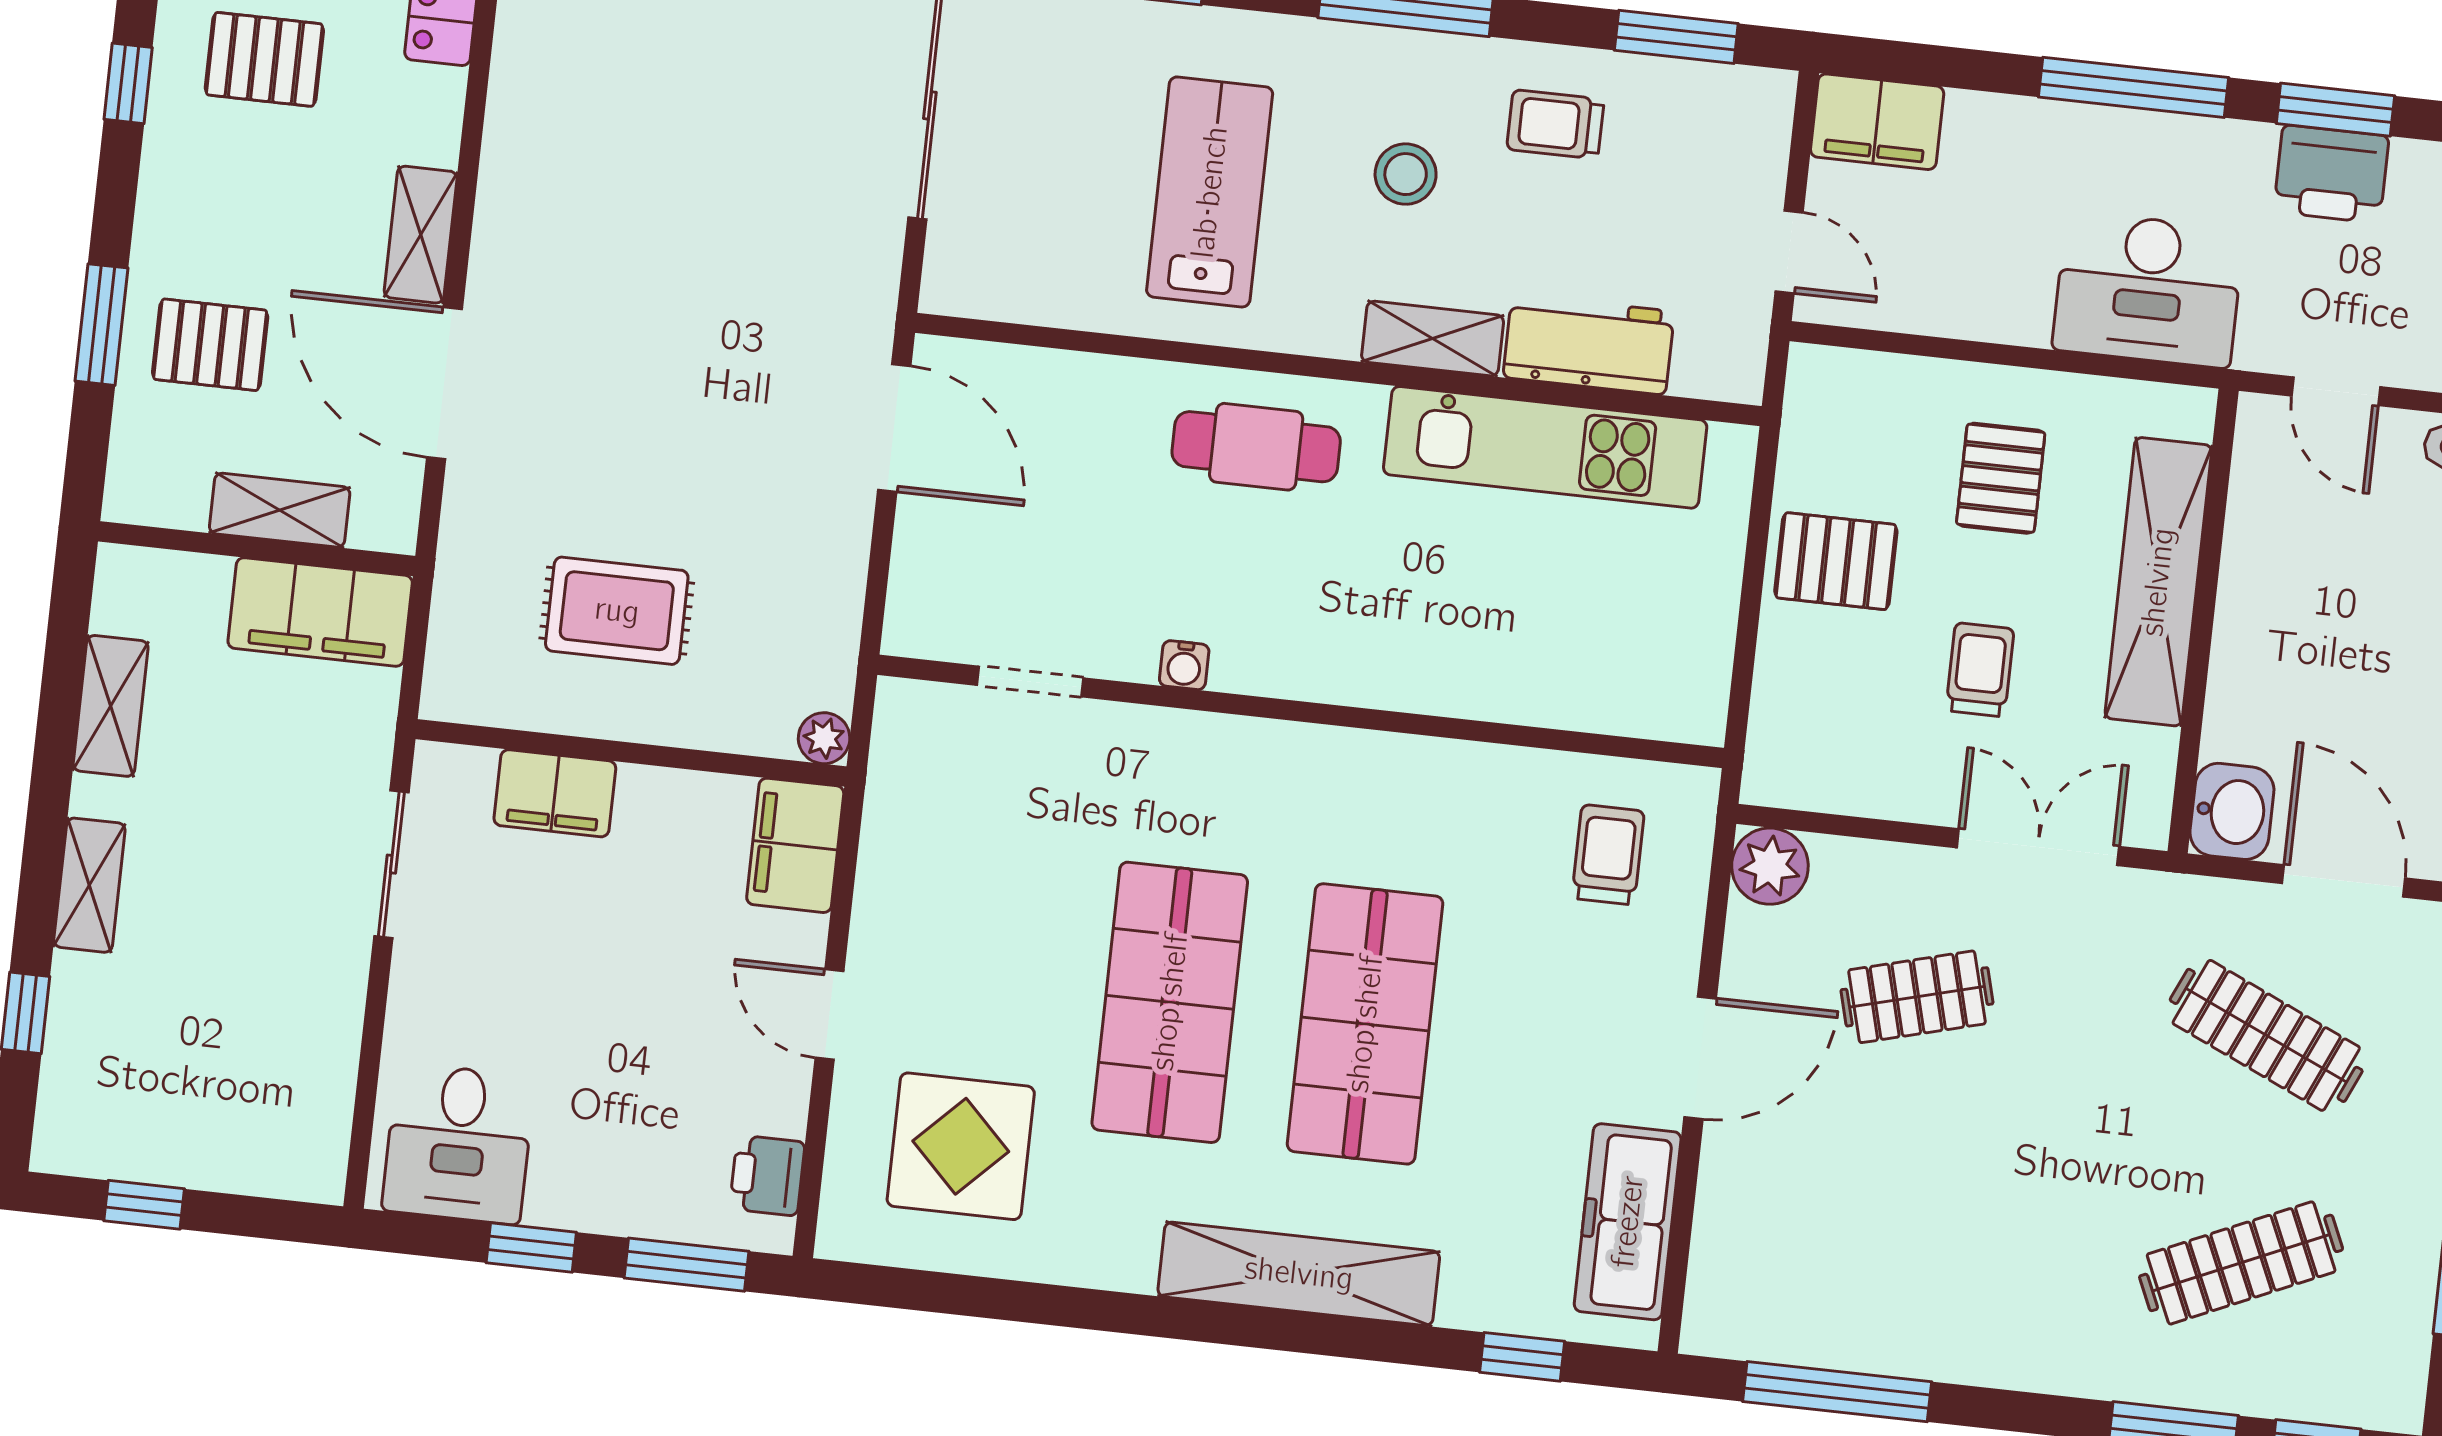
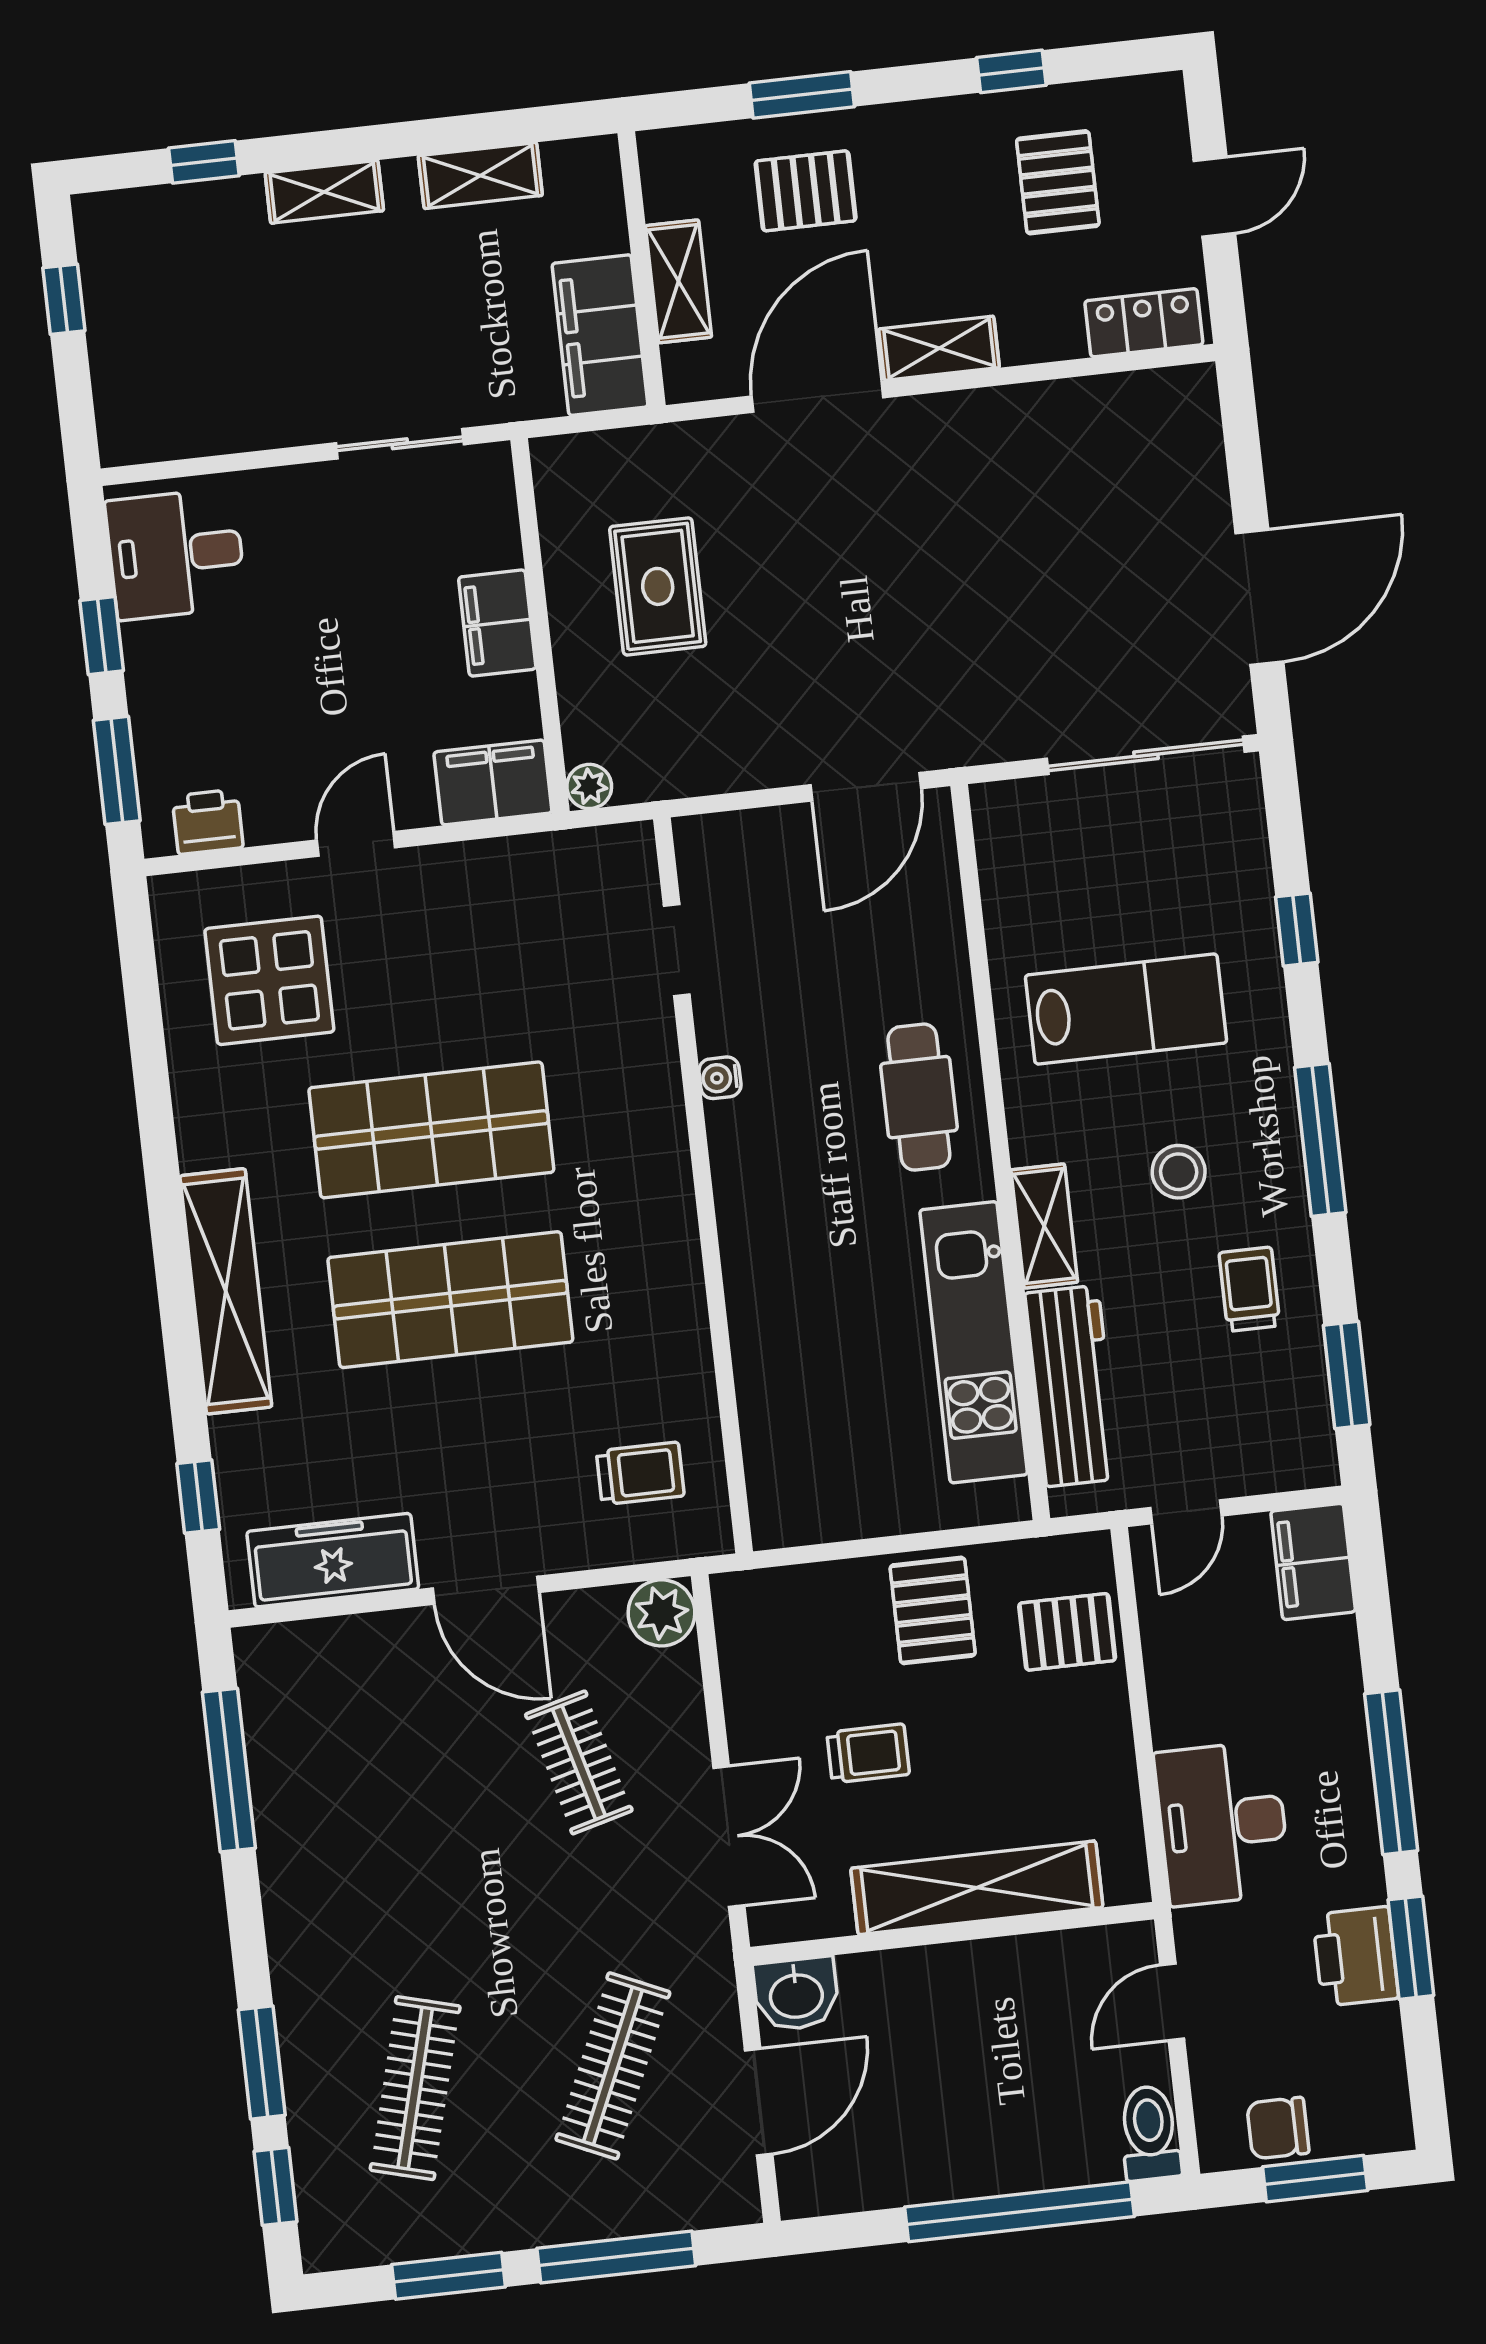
workbench: (1589, 344) -> (1072, 1386), width x1.38
pallet: (210, 345) -> (806, 191), turned 90
pallet: (2001, 478) -> (1067, 1632), moved
filing cabinet: (555, 793) -> (497, 623), moved
clothes rail: (2241, 1263) -> (415, 2088), turned 39

